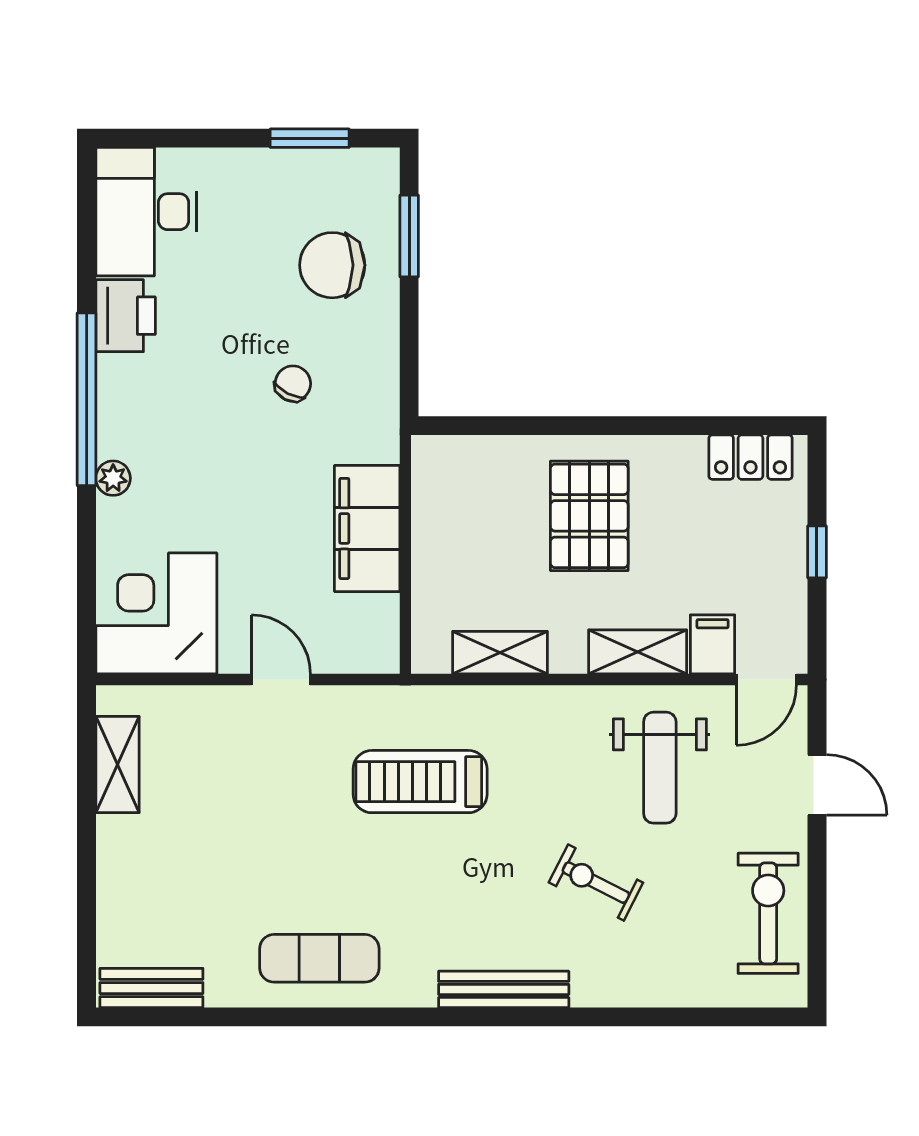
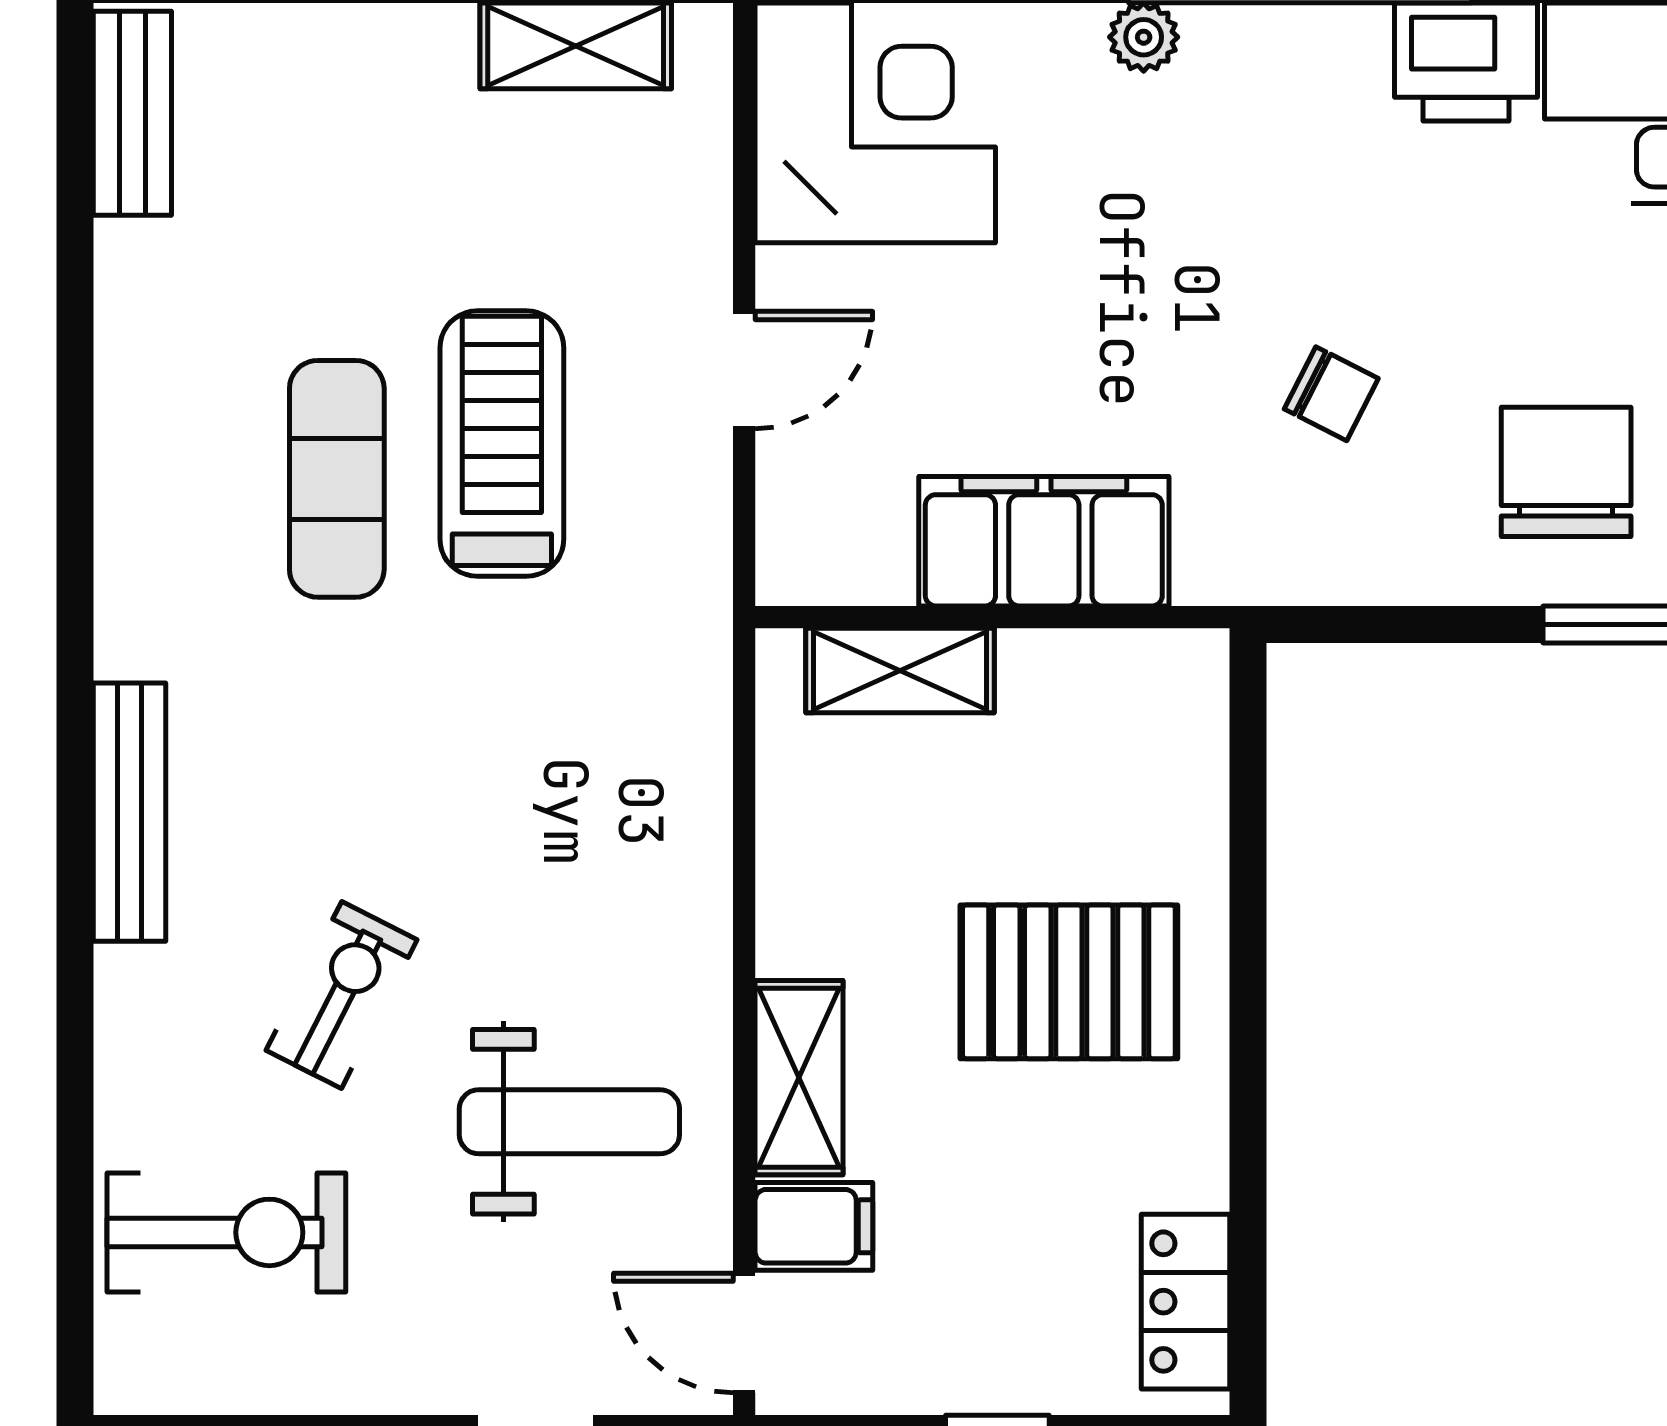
shelving: (500, 653) -> (900, 670), moved, turned 90
weight bench: (660, 768) -> (569, 1122), turned 180
treadmill: (420, 782) -> (502, 444), moved
exercise bike: (768, 913) -> (226, 1232), moved
exercise mat: (319, 958) -> (337, 479), moved

